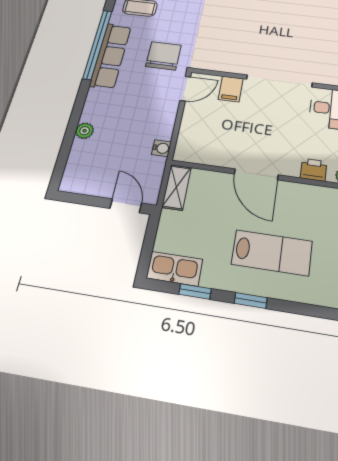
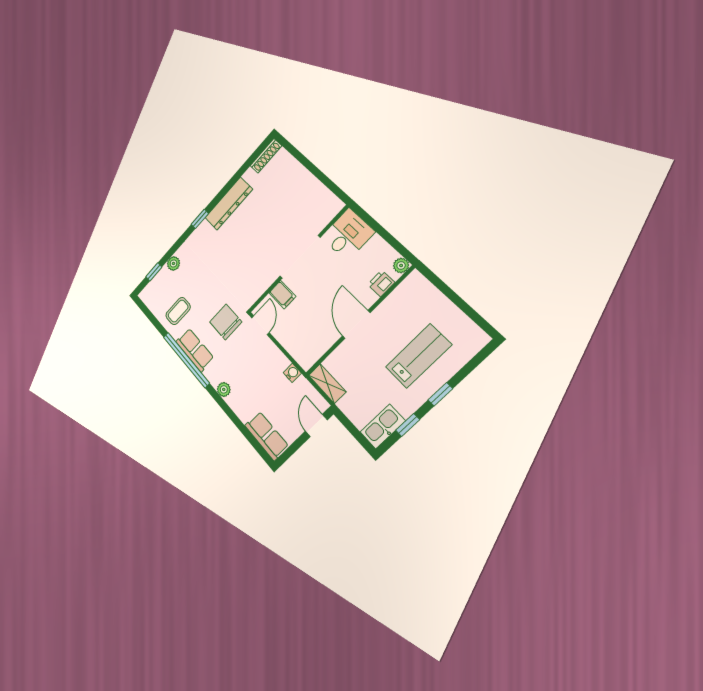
row of seats: (111, 56) -> (195, 350), width x0.68
plant: (85, 131) -> (224, 389), moved
row of seats: (78, 166) -> (267, 436), added
door: (256, 174) -> (356, 324), swing flipped
door: (126, 206) -> (316, 426), hinge flipped

